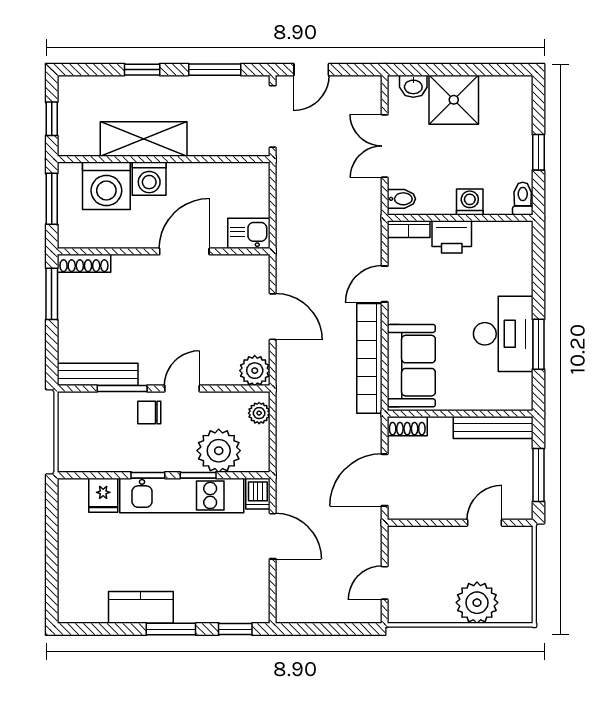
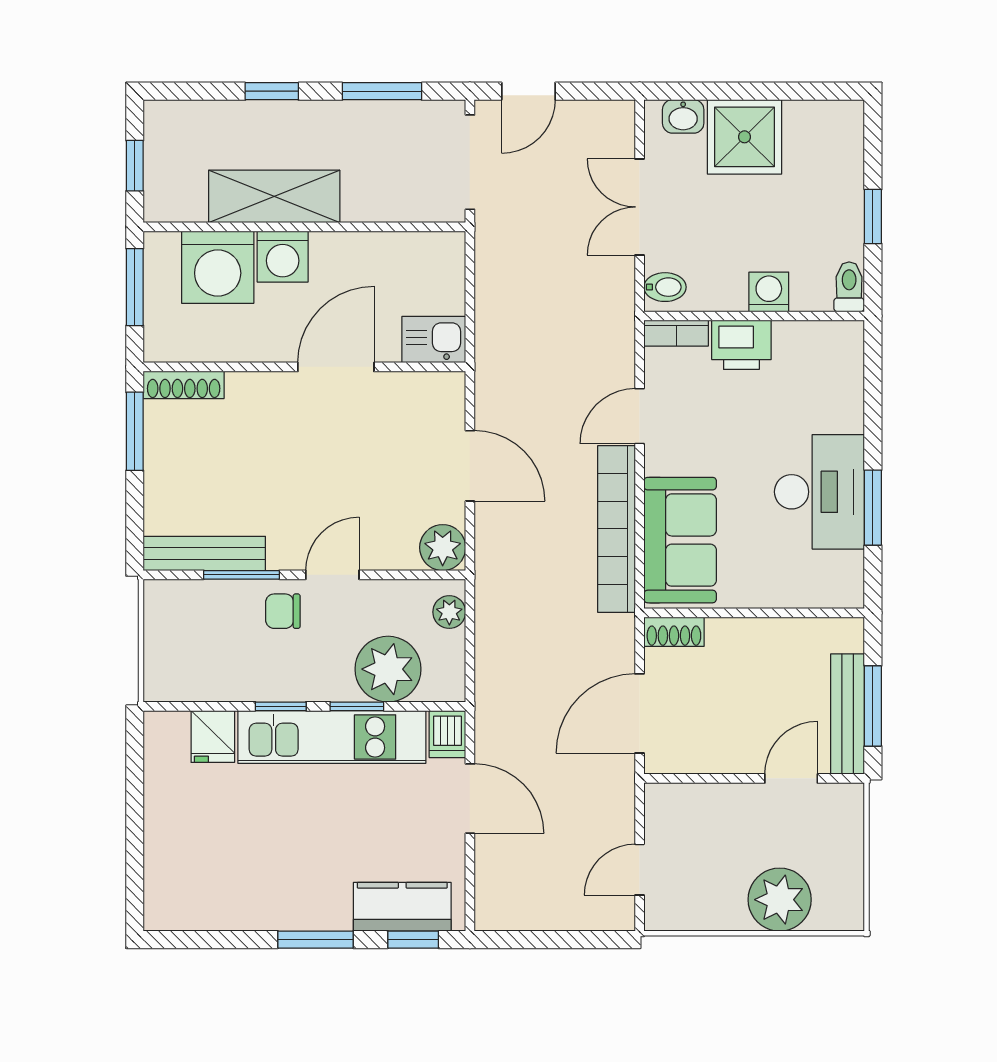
bench: (493, 428) -> (848, 714), moved, turned 90
kitchen counter: (141, 607) -> (402, 907), moved

